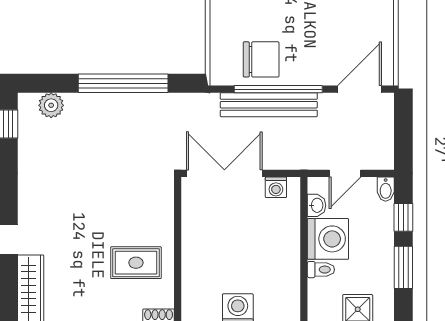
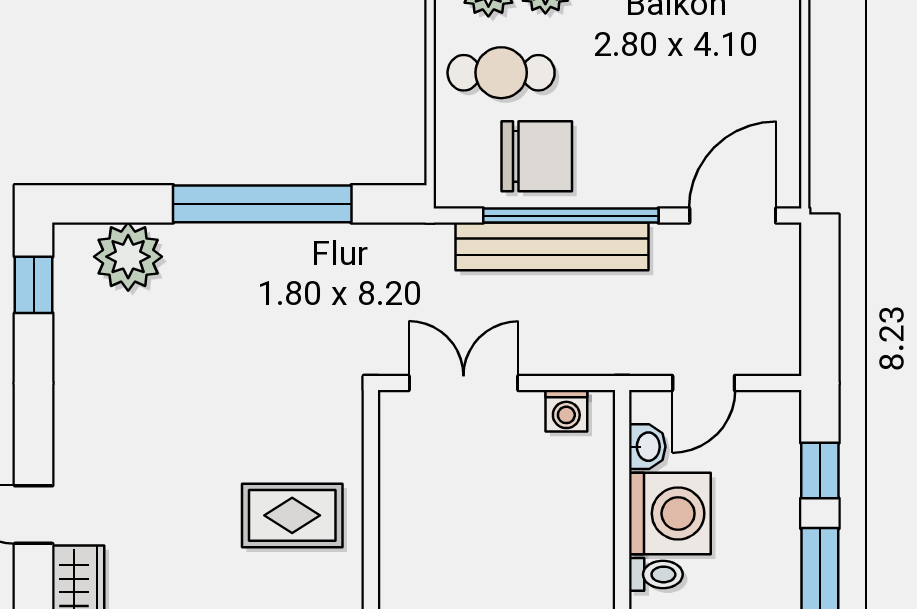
cafe table: (243, 17) -> (501, 73), added
plant: (51, 105) -> (128, 257), width x1.36, depth x1.36
double door: (224, 173) -> (464, 383), width x0.73
bidet: (386, 189) -> (785, 414), removed
rug: (136, 263) -> (292, 515), moved

